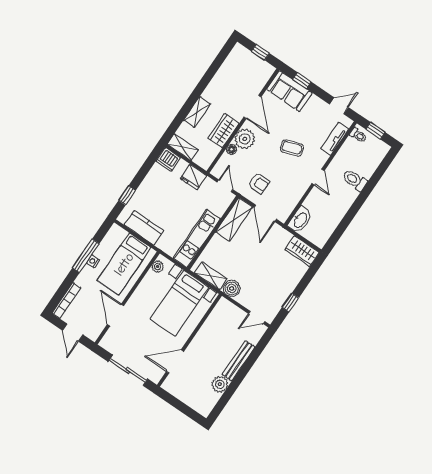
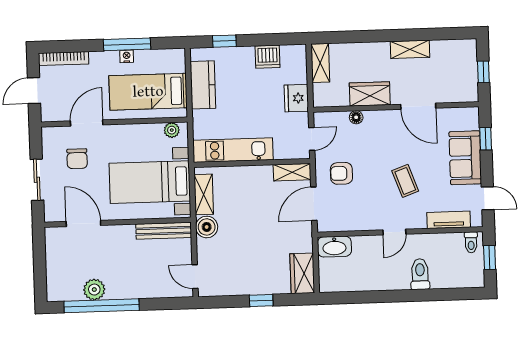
sofa: (289, 91) -> (465, 158), moved
door: (252, 107) -> (418, 106), hinge flipped
shelving: (197, 112) -> (410, 49), moved
plant: (245, 139) -> (378, 123), removed
dishwasher: (168, 159) -> (268, 57), moved, turned -90
armchair: (259, 183) -> (341, 173), turned 90
shelving: (234, 219) -> (292, 172), width x0.67, depth x0.75
window: (290, 303) -> (261, 301), moved
chair: (133, 337) -> (77, 159), added
bench: (239, 361) -> (164, 231), moved
sliding door: (128, 370) -> (37, 180), width x0.73
window: (233, 387) -> (102, 306), added

